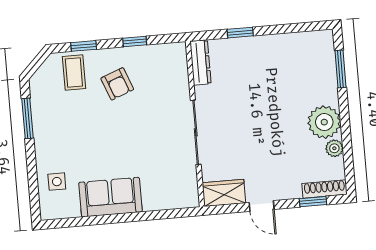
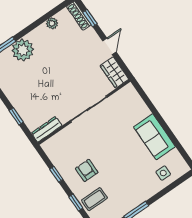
armchair: (117, 84) -> (87, 170), turned -69
plant: (324, 122) -> (23, 50), moved

